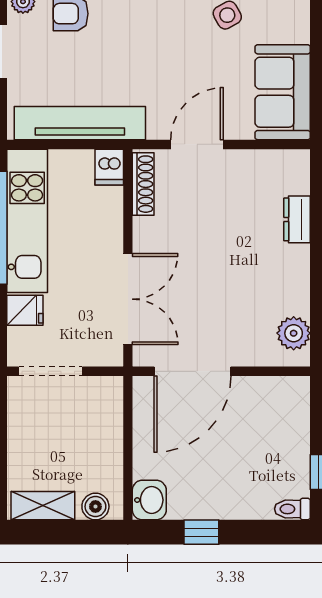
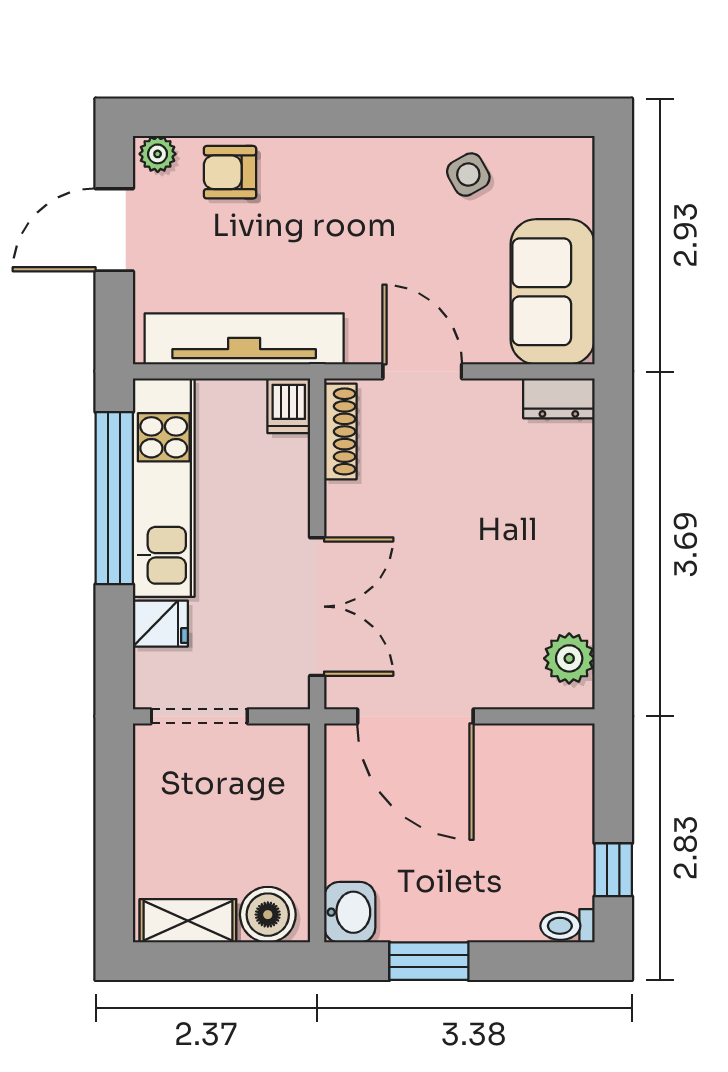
door: (197, 144) -> (422, 371), hinge flipped
dresser: (297, 219) -> (559, 398), moved, turned -90
door: (192, 371) -> (415, 716), hinge flipped
boiler: (95, 507) -> (268, 915), width x1.36, depth x1.36
window: (201, 532) -> (429, 961), width x1.50

